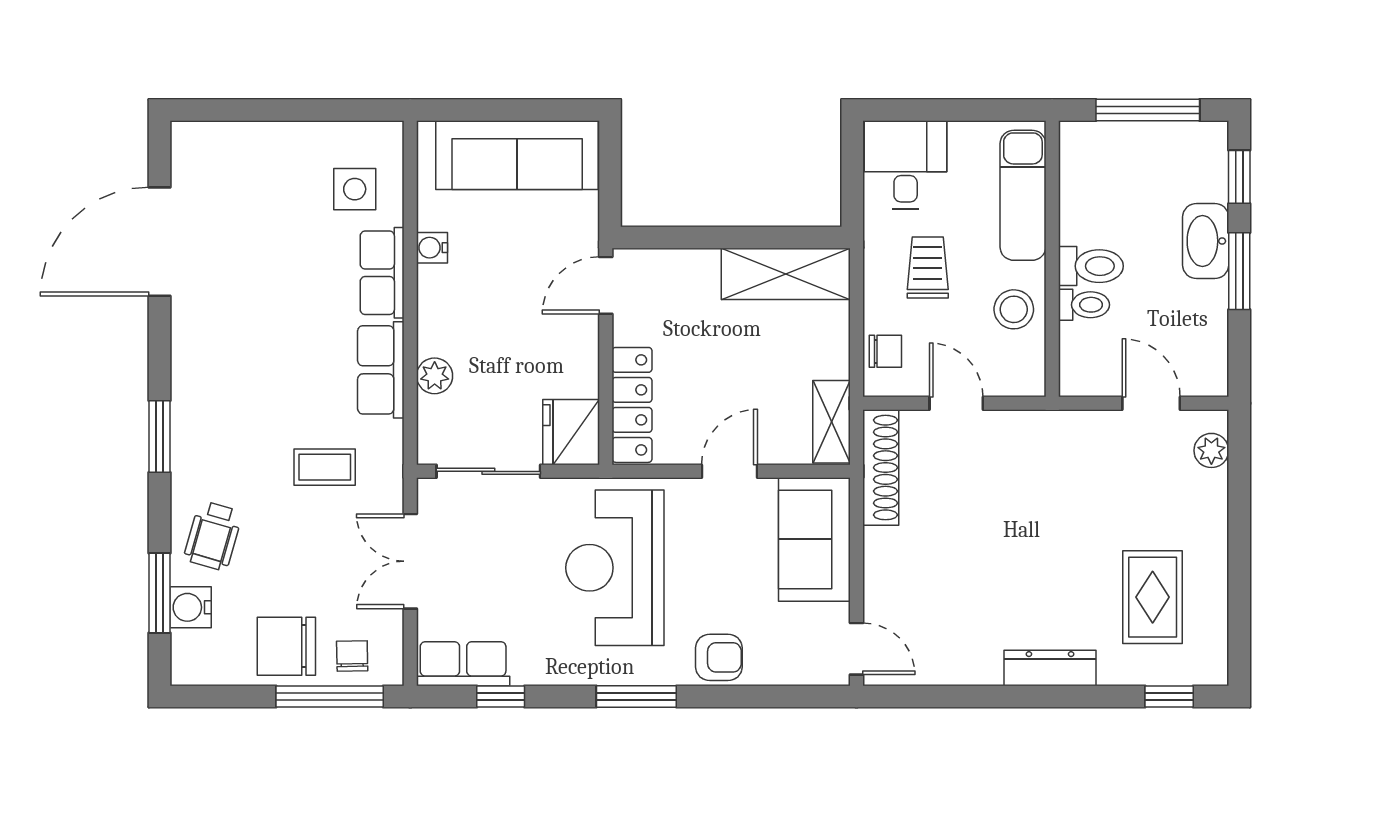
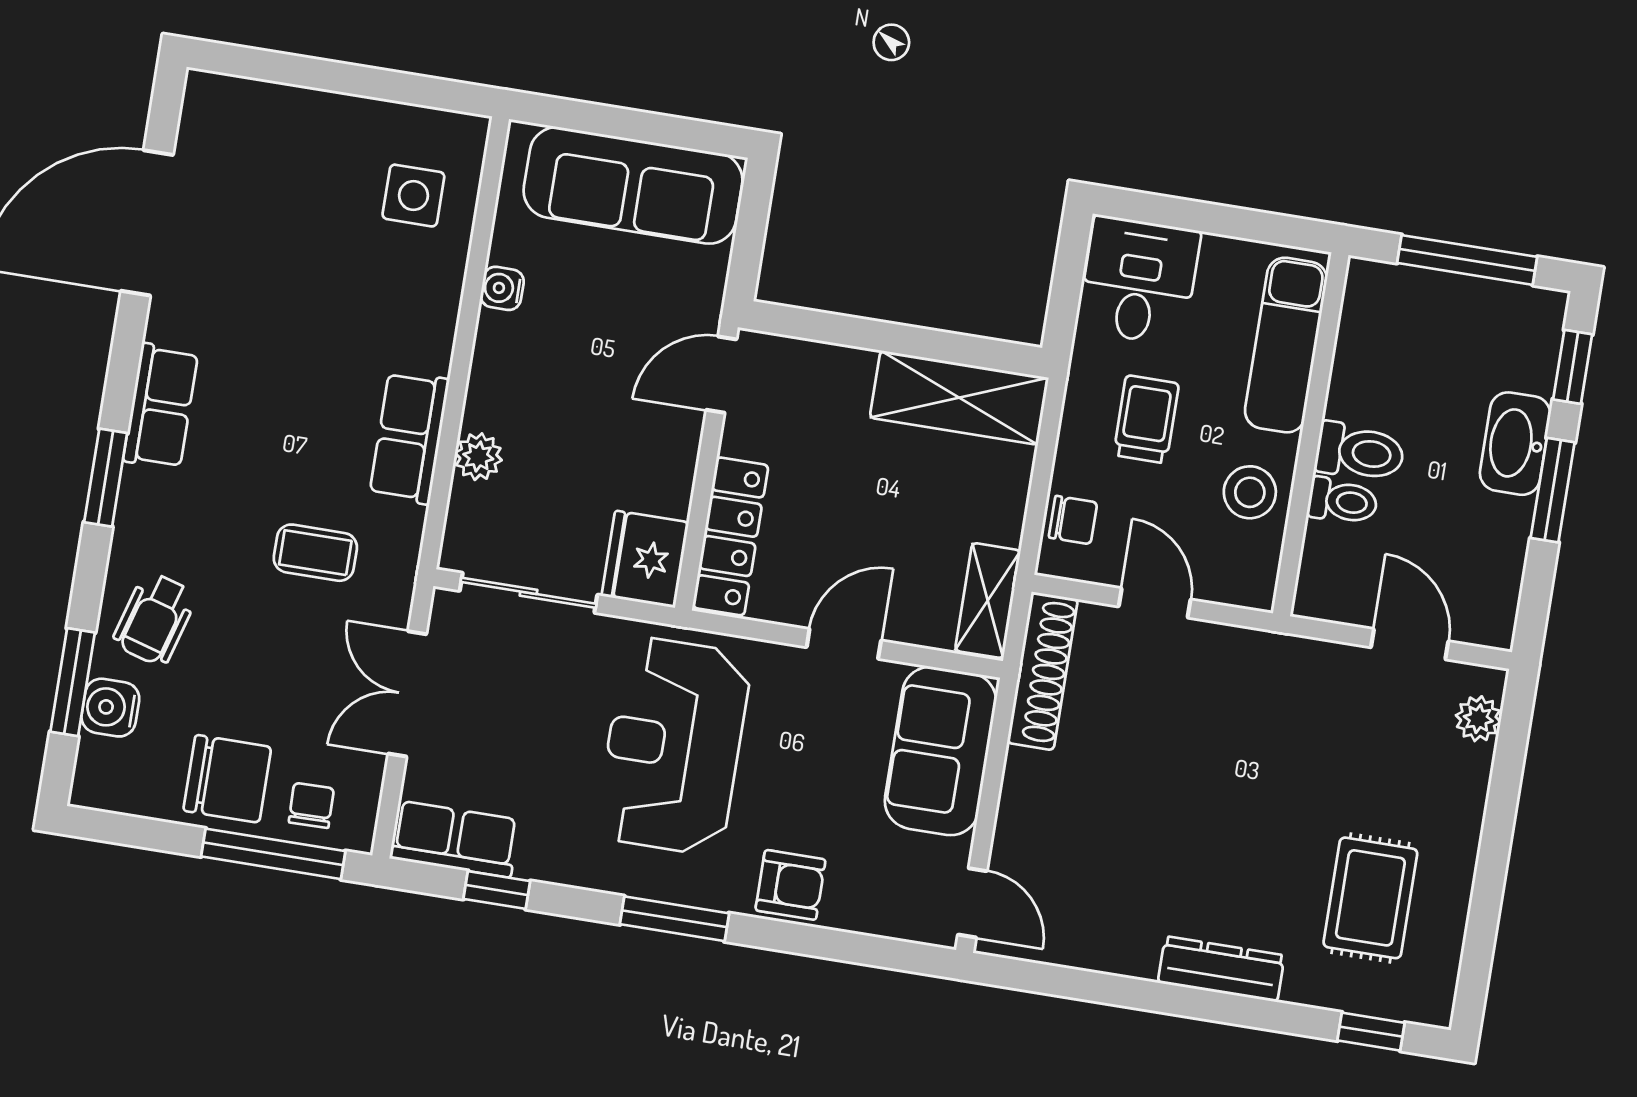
row of seats: (382, 273) -> (161, 406), moved, turned 180
chair: (286, 646) -> (227, 779), turned 180

